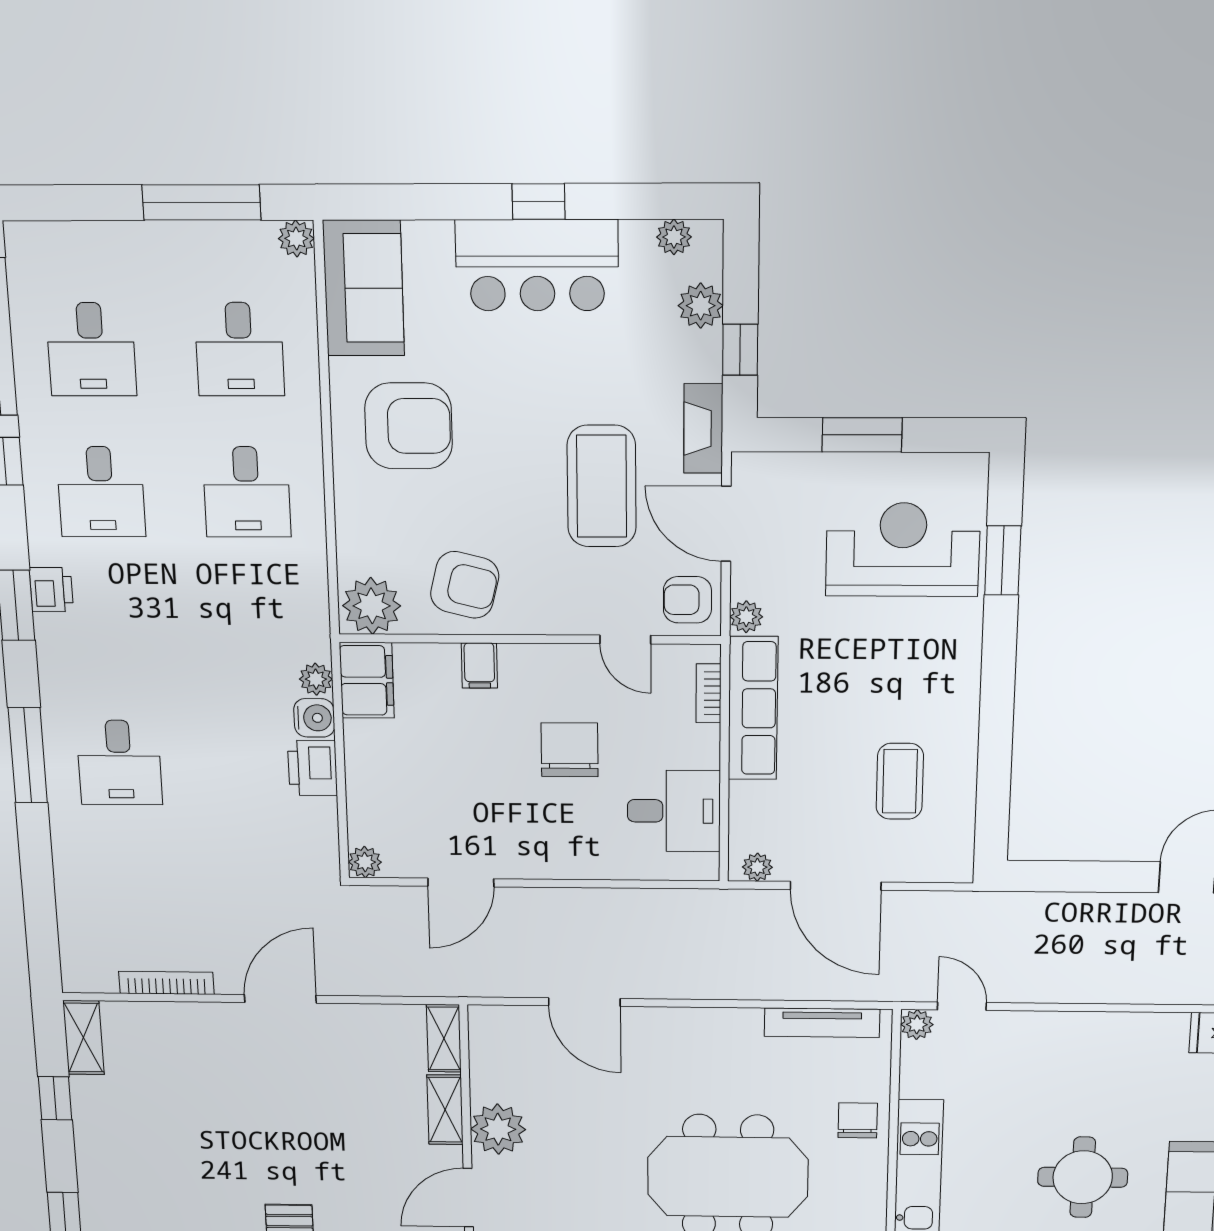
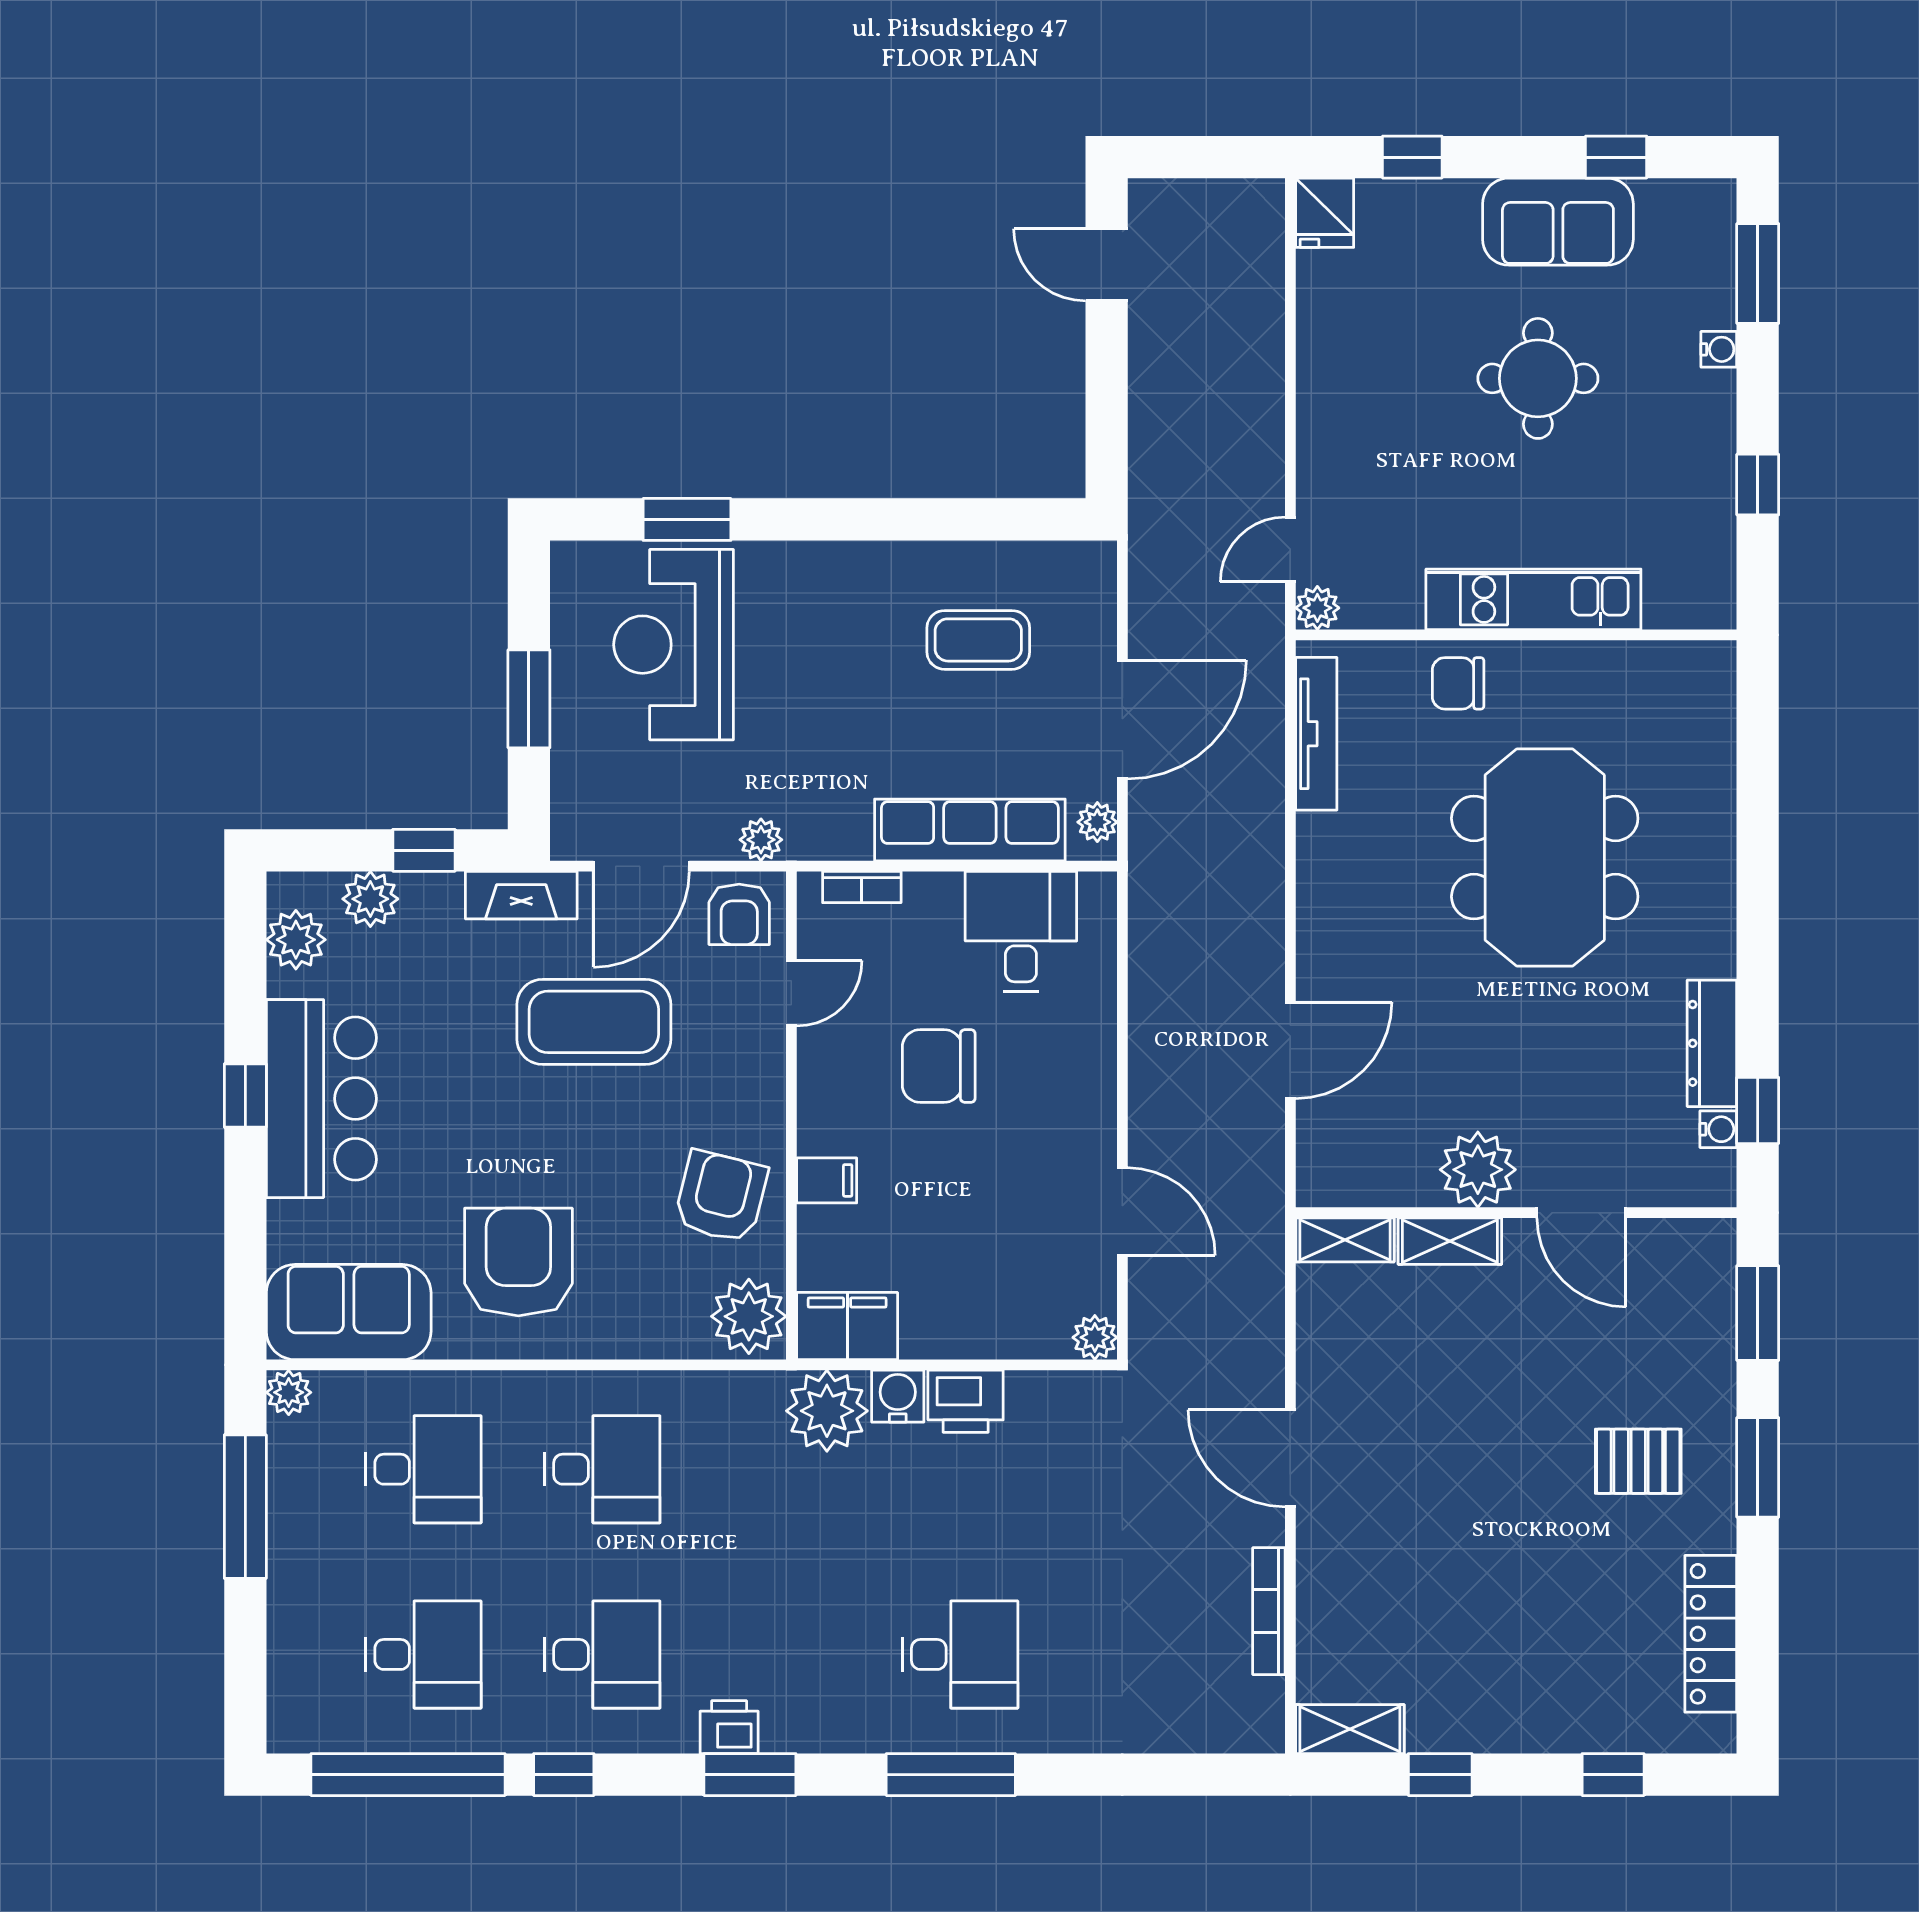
plant: (674, 237) -> (296, 940), width x1.38, depth x1.38
plant: (316, 679) -> (827, 1411), width x1.87, depth x1.87
row of seats: (753, 708) -> (970, 830), moved

